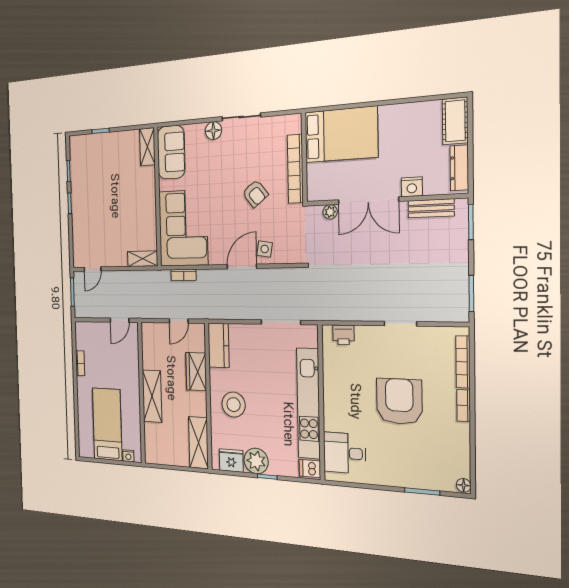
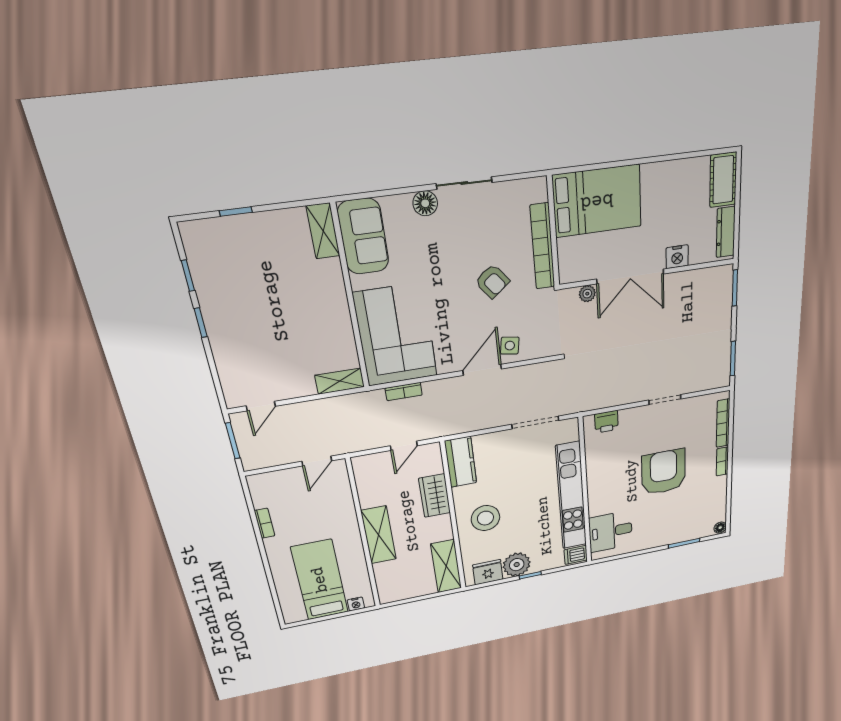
bench: (431, 208) -> (697, 278), removed

